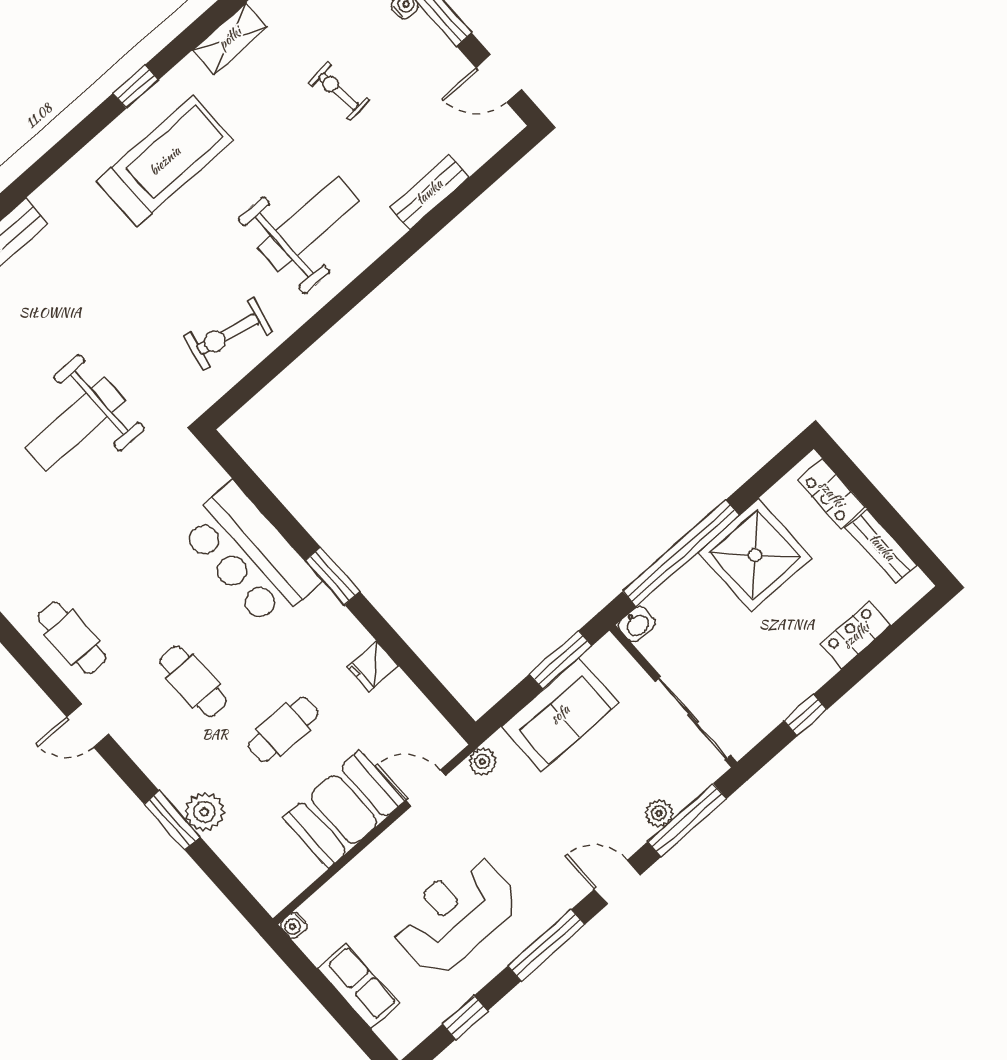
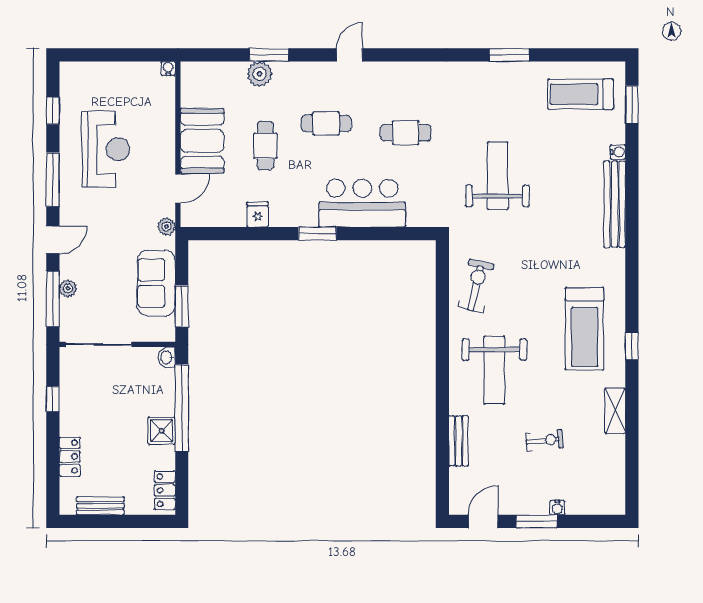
locker: (832, 494) -> (165, 490), moved, turned -90
shower: (755, 555) -> (162, 431), width x0.54, depth x0.54
cafe table: (72, 638) -> (406, 133), moved
row of seats: (358, 986) -> (112, 74), removed

